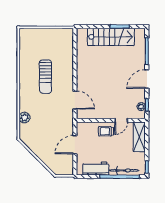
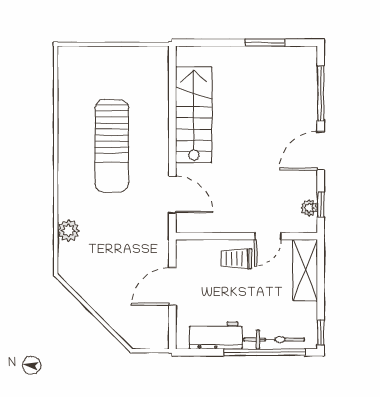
stairs: (111, 37) -> (194, 115), moved, turned -90
sun lounger: (46, 77) -> (112, 146), width x1.36, depth x1.34

